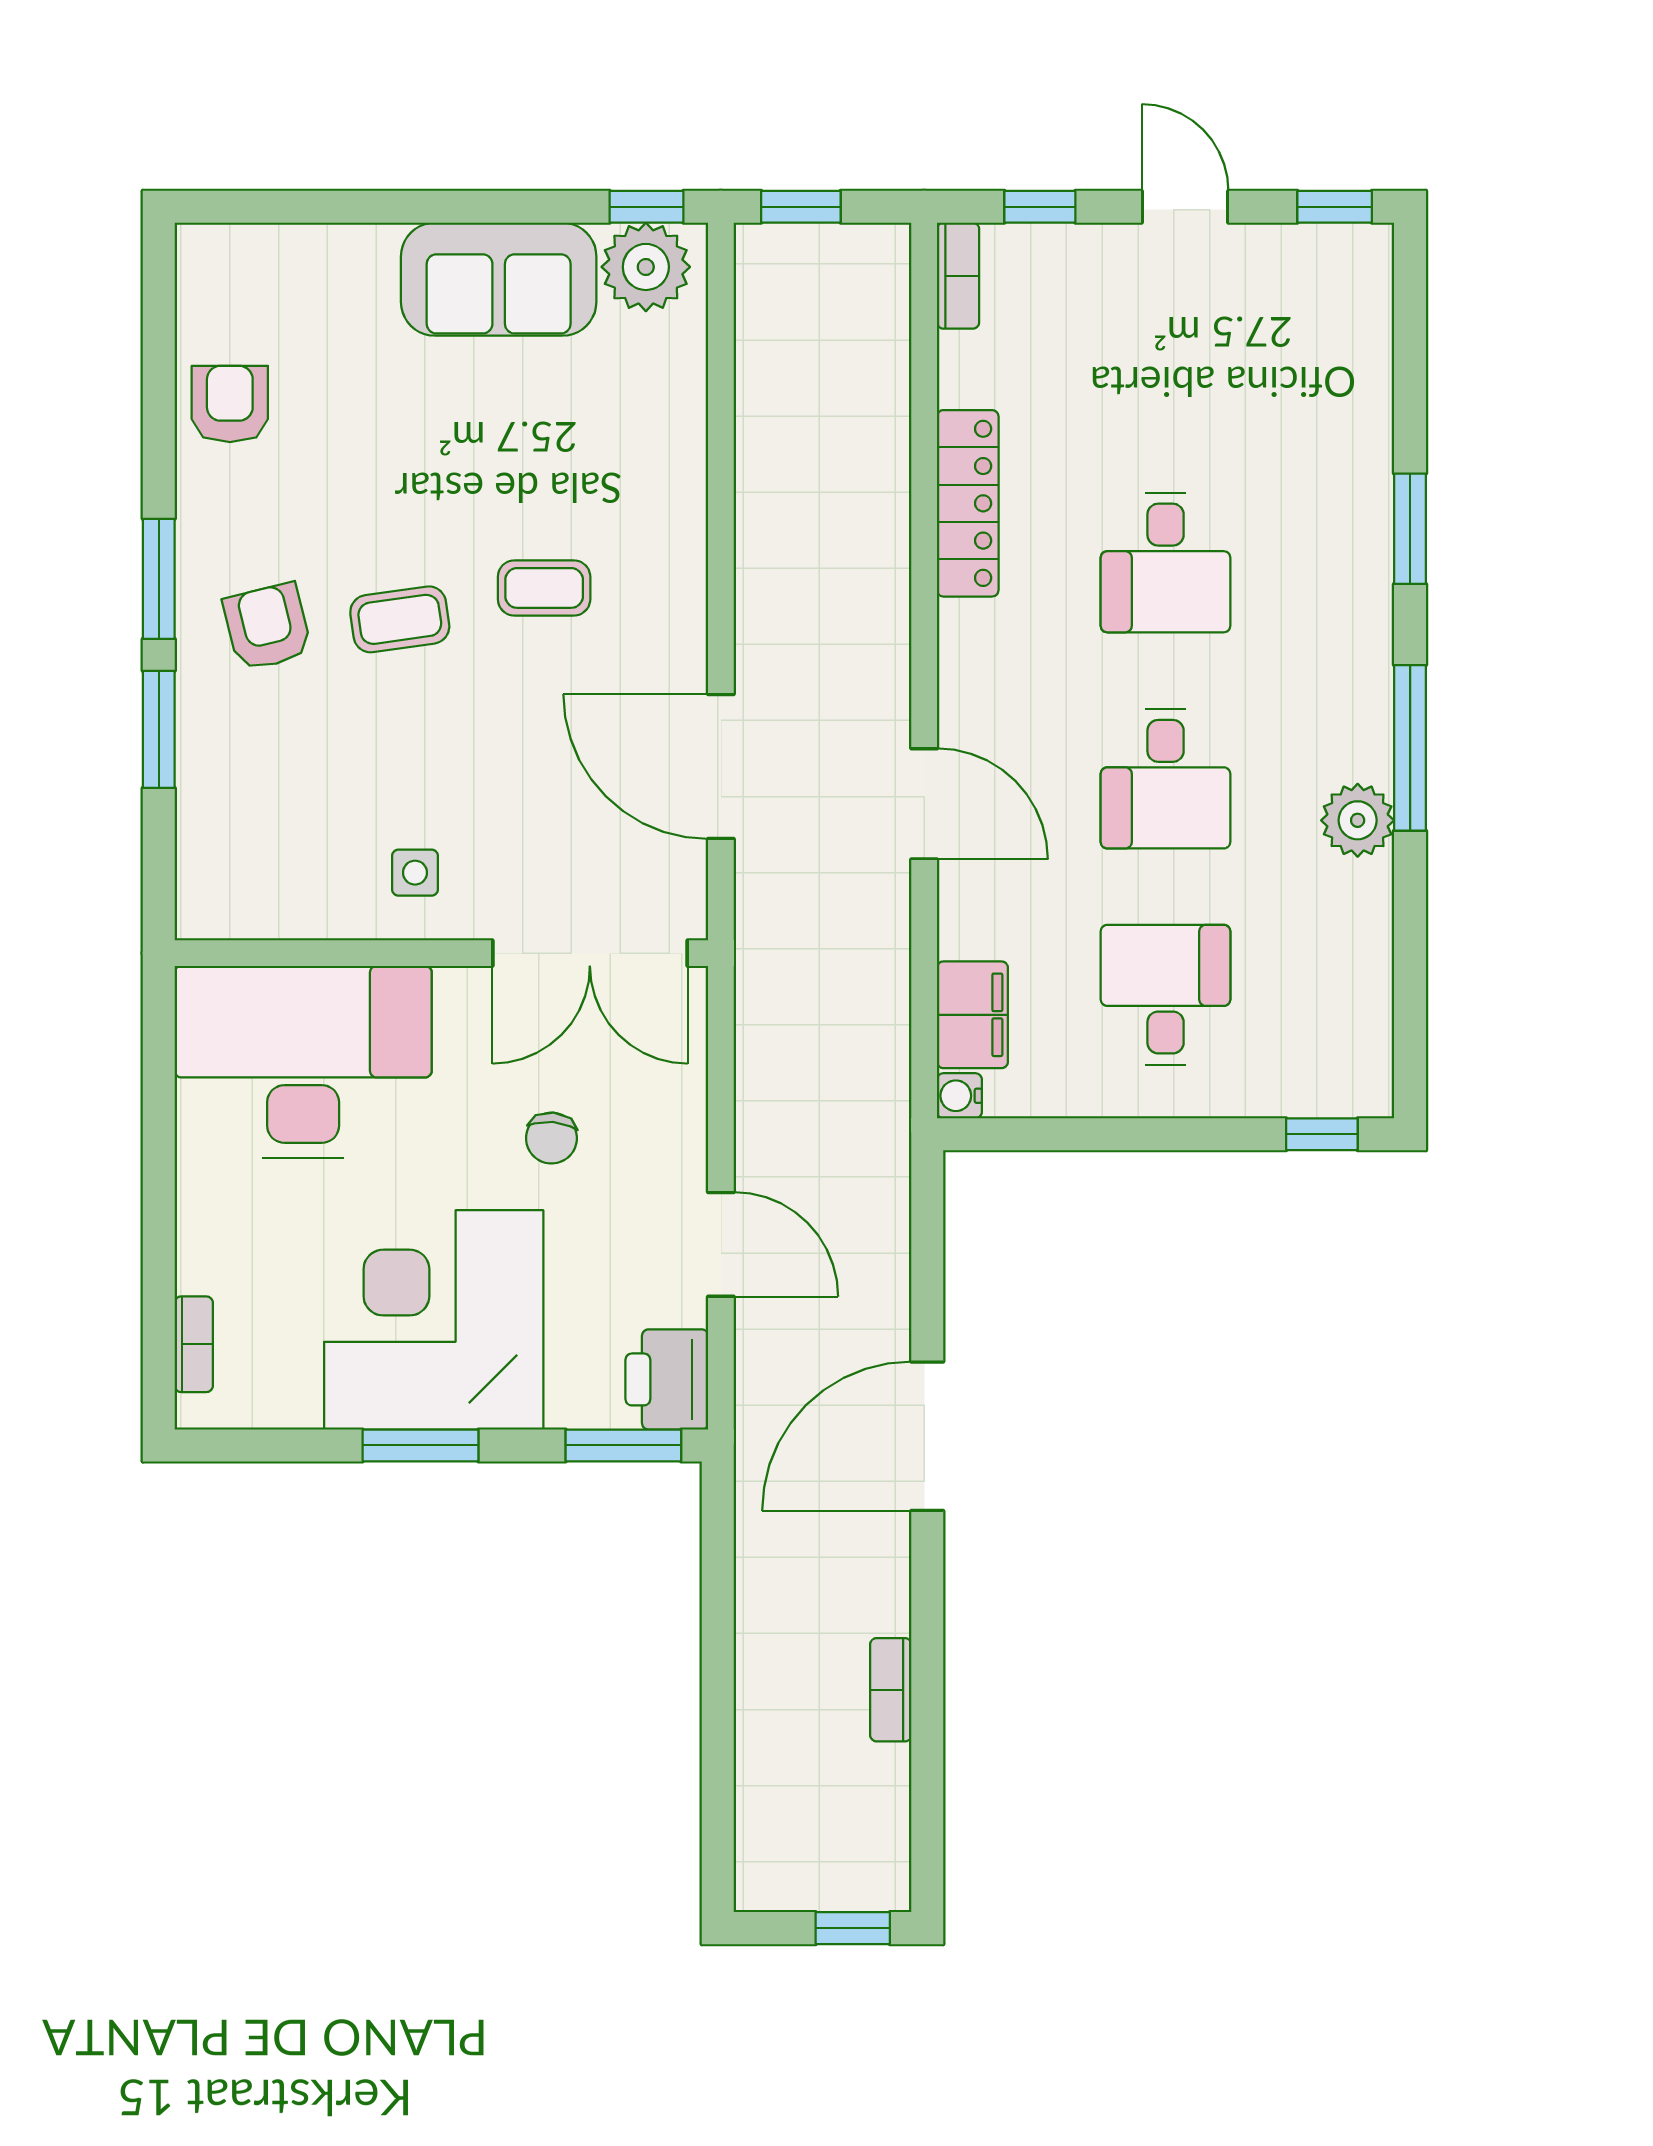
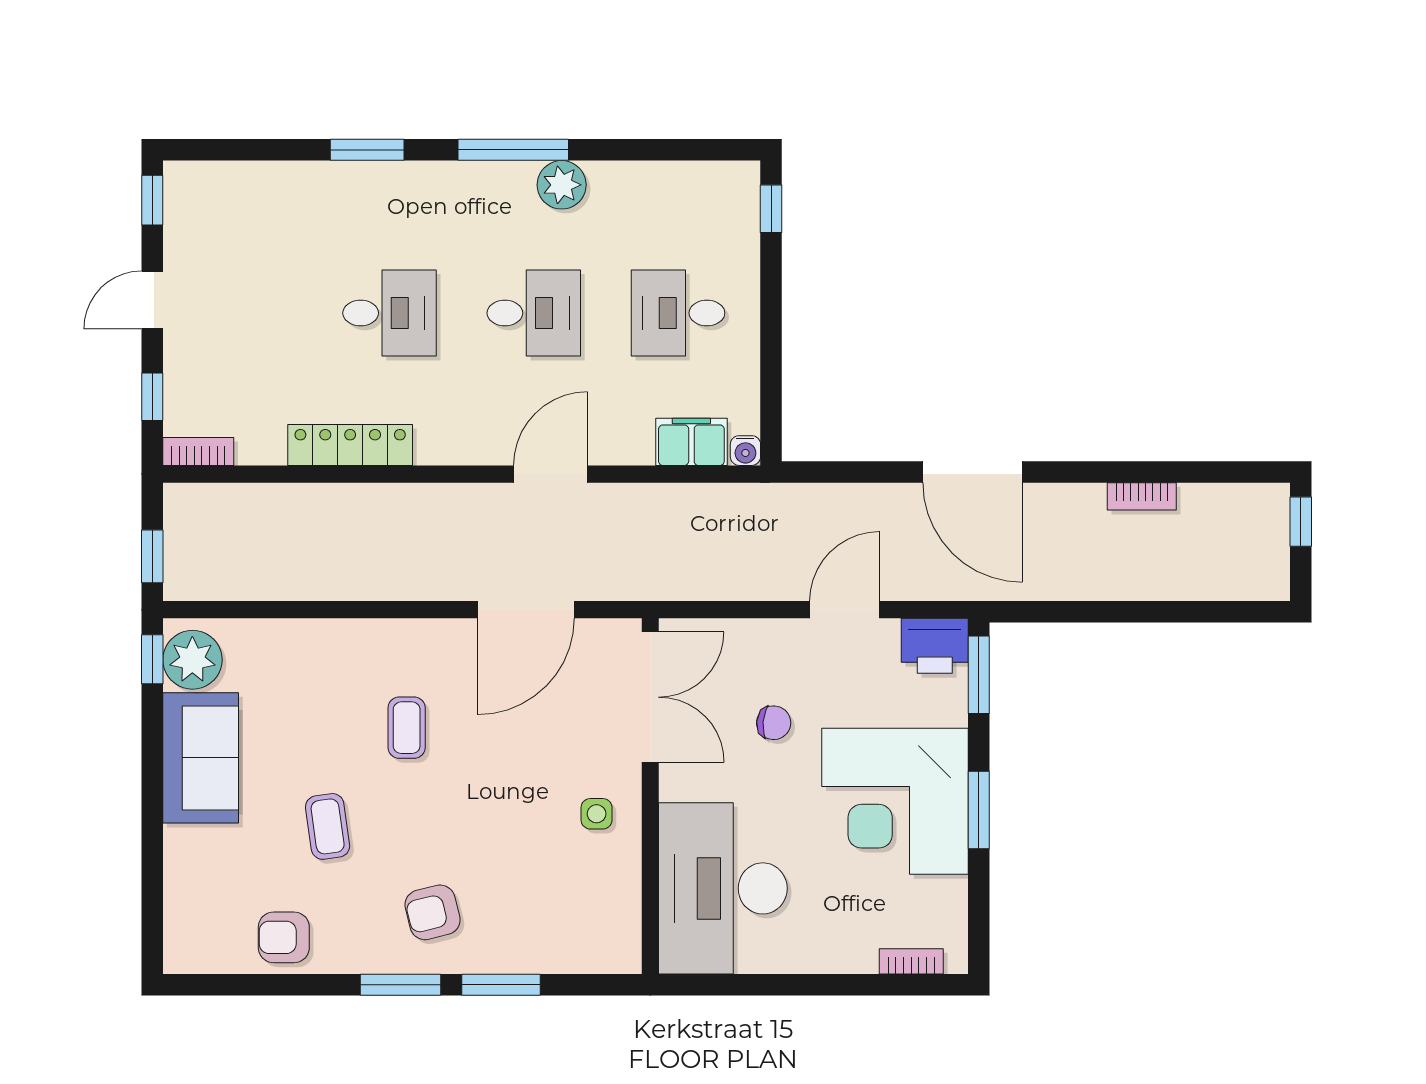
coffee table: (400, 619) -> (328, 826), moved

